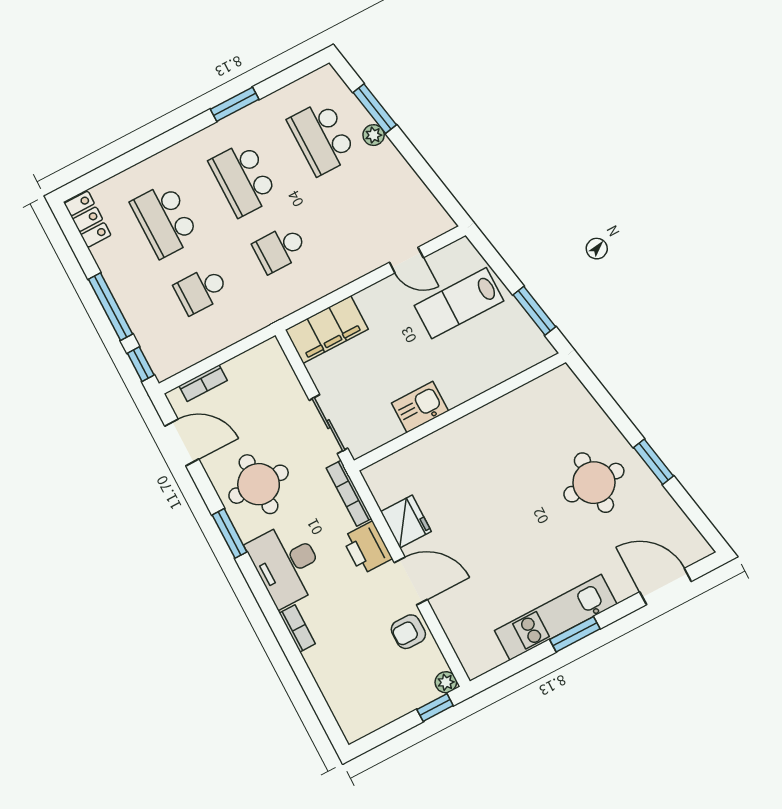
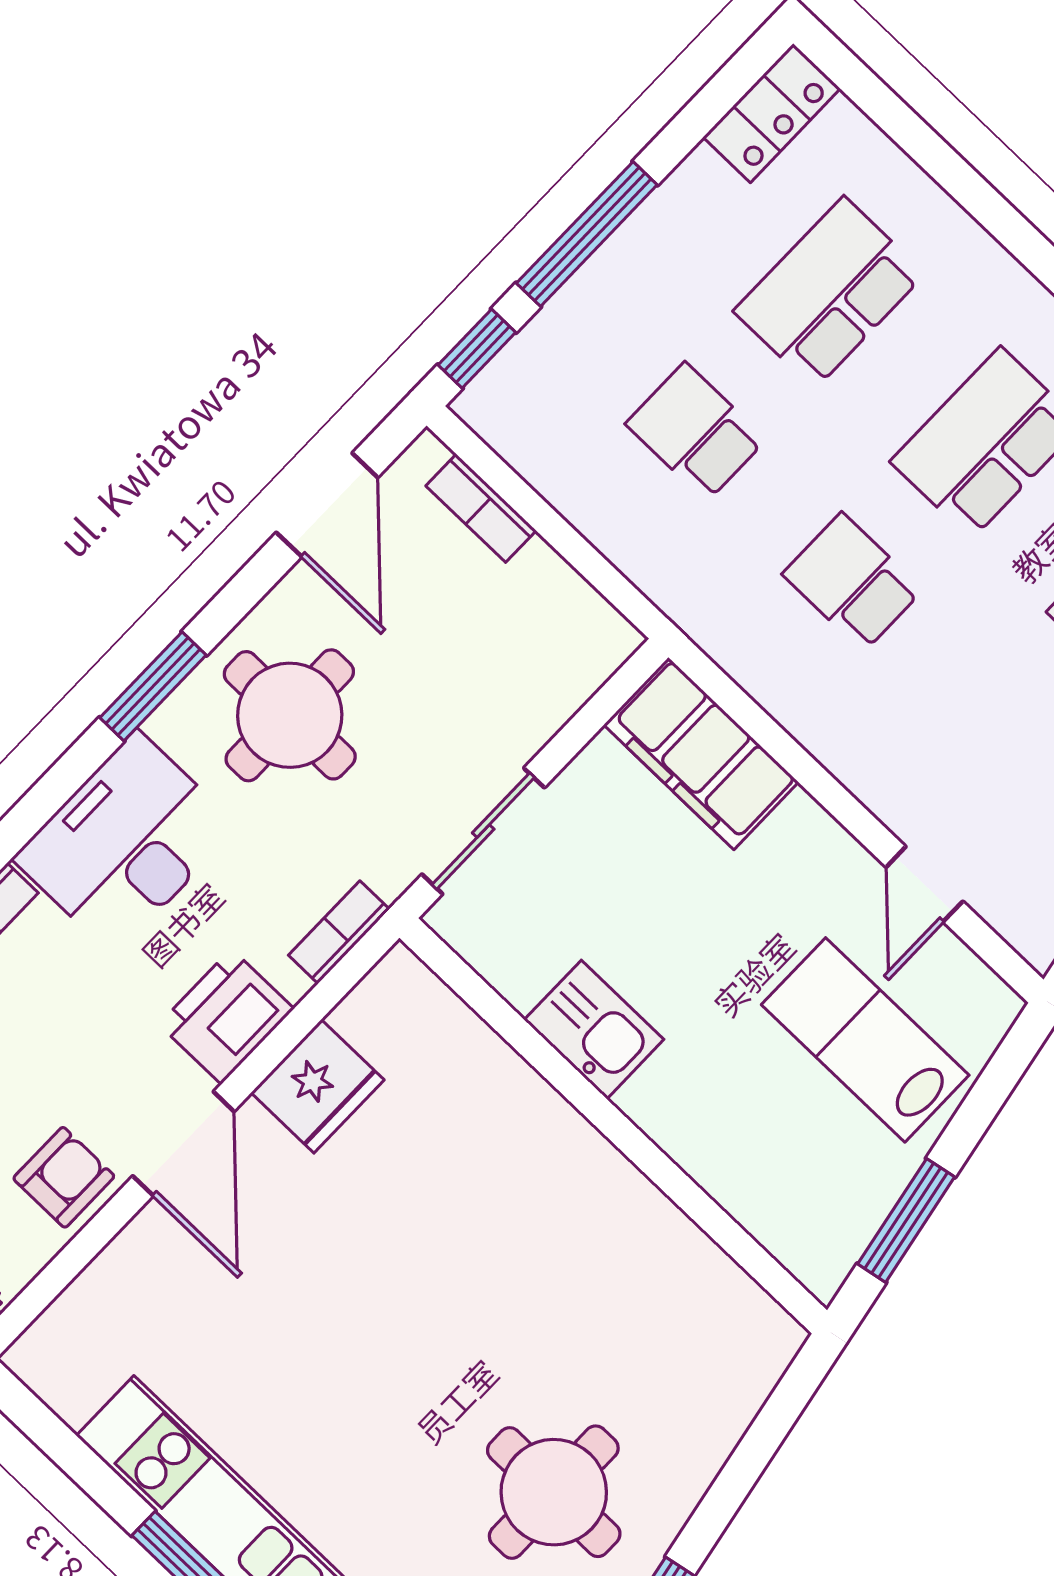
bookcase: (349, 493) -> (339, 932), width x0.64
armchair: (408, 632) -> (64, 1177), turned 90

